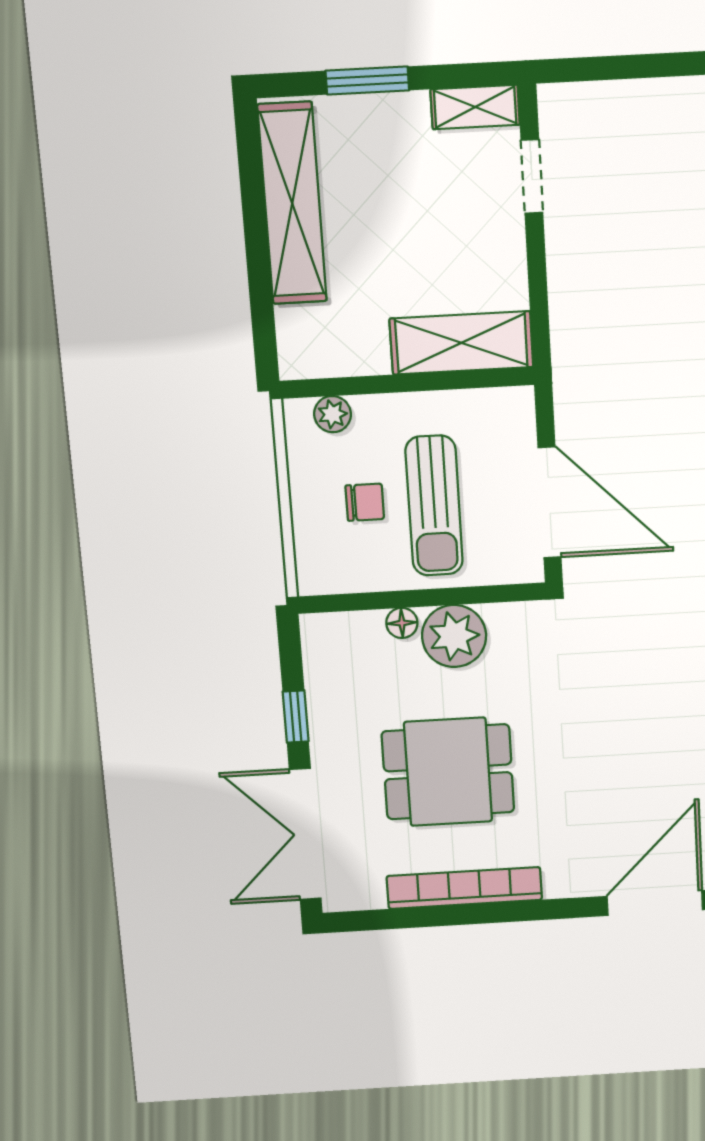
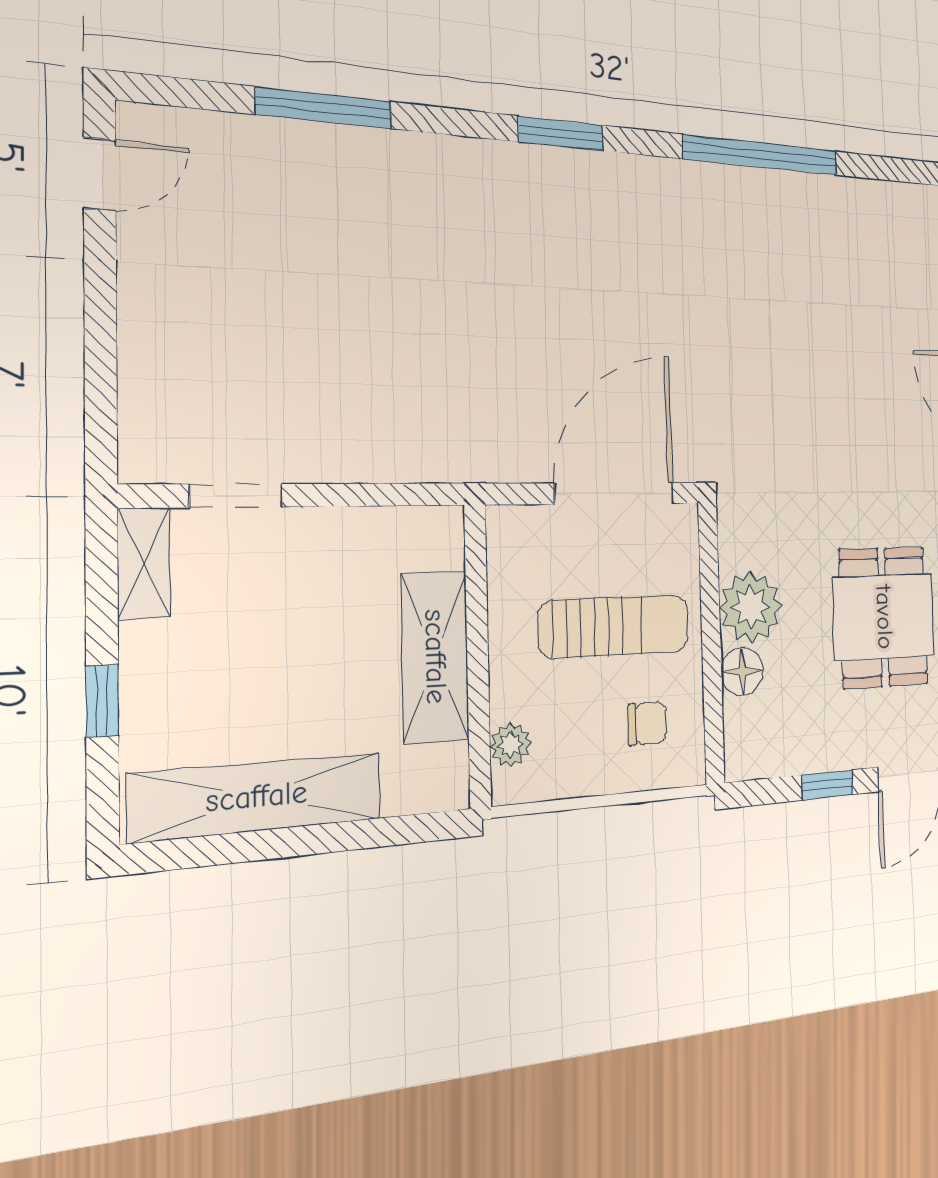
window: (367, 81) -> (102, 701), width x0.67
shelving: (461, 343) -> (435, 657), moved
chair: (365, 502) -> (647, 724), moved, turned 90
floor lamp: (402, 623) -> (742, 672), width x1.37, depth x1.37

